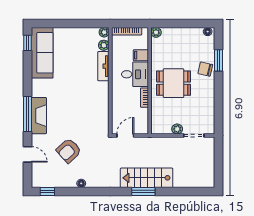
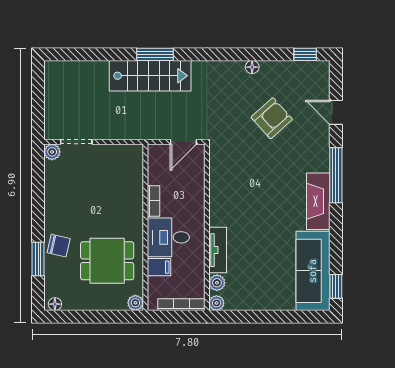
dining table: (174, 83) -> (107, 261), moved
fireplace: (39, 116) -> (318, 201), moved
plant: (177, 129) -> (52, 152), moved

